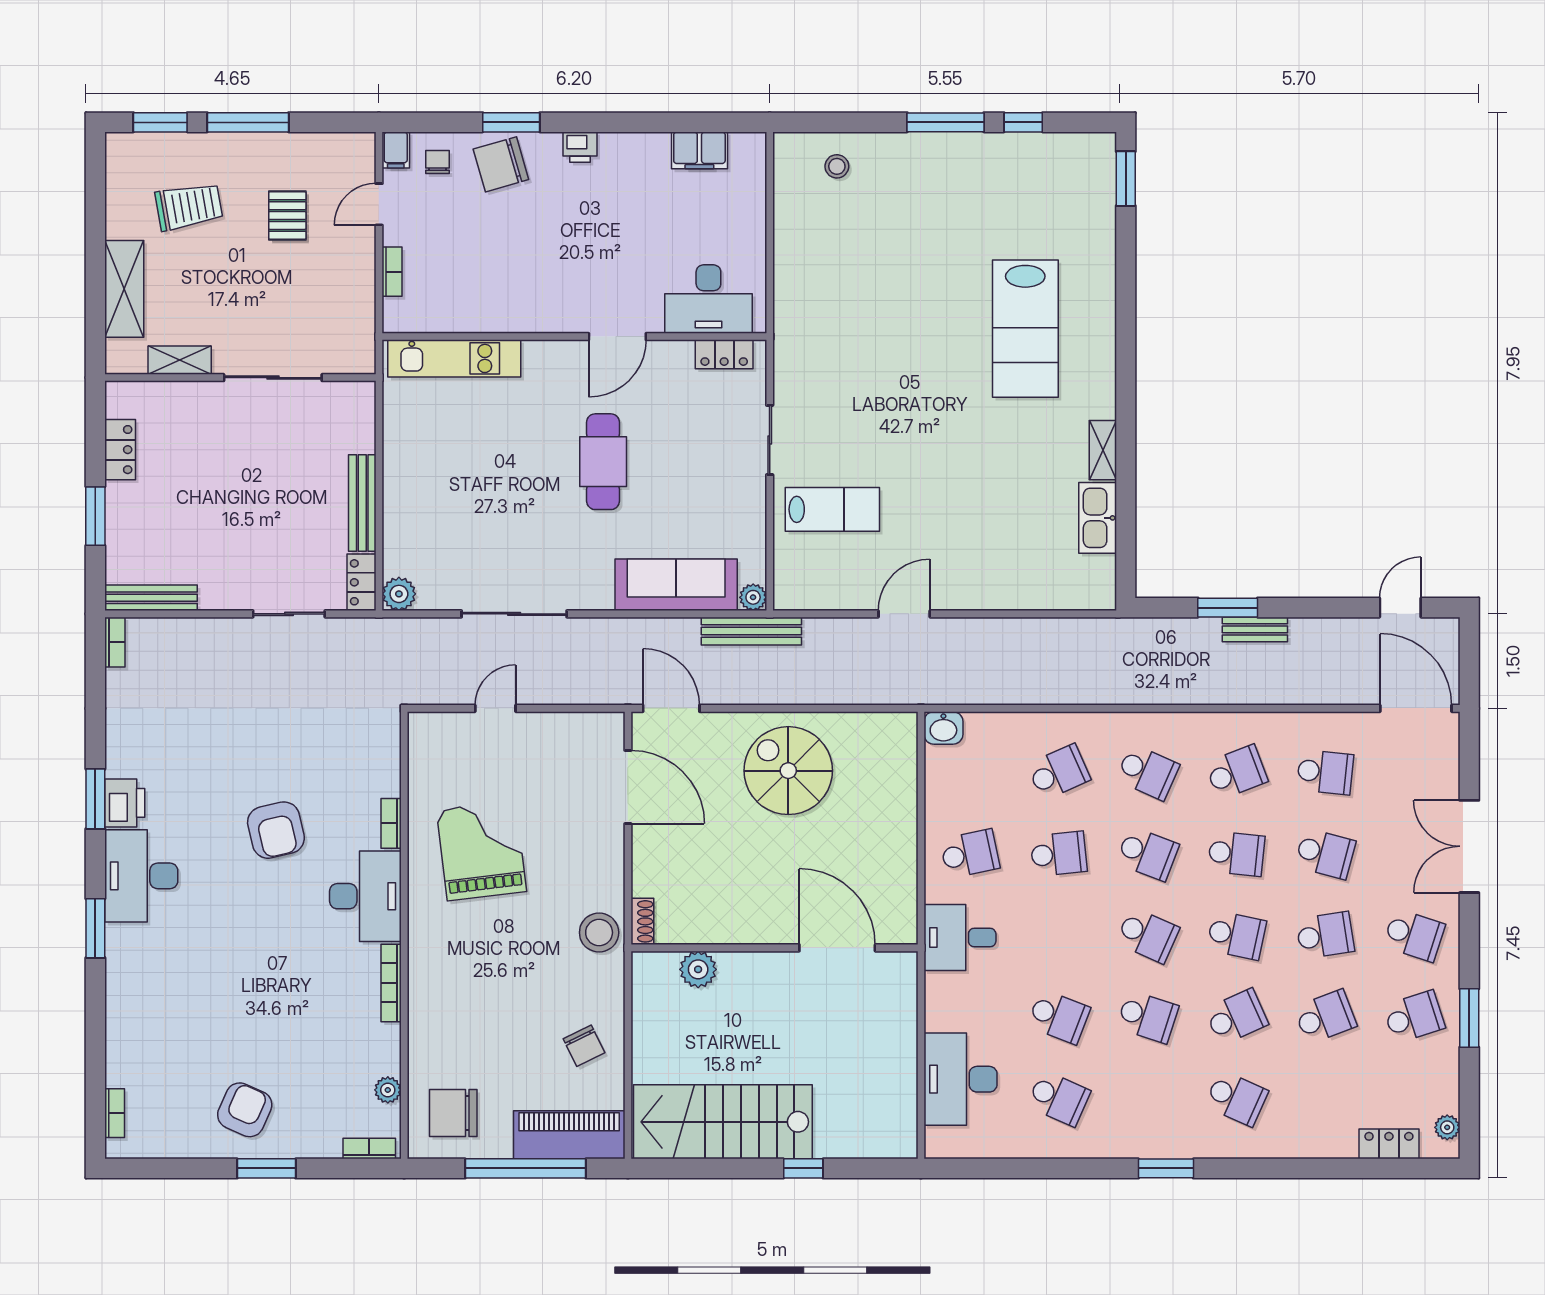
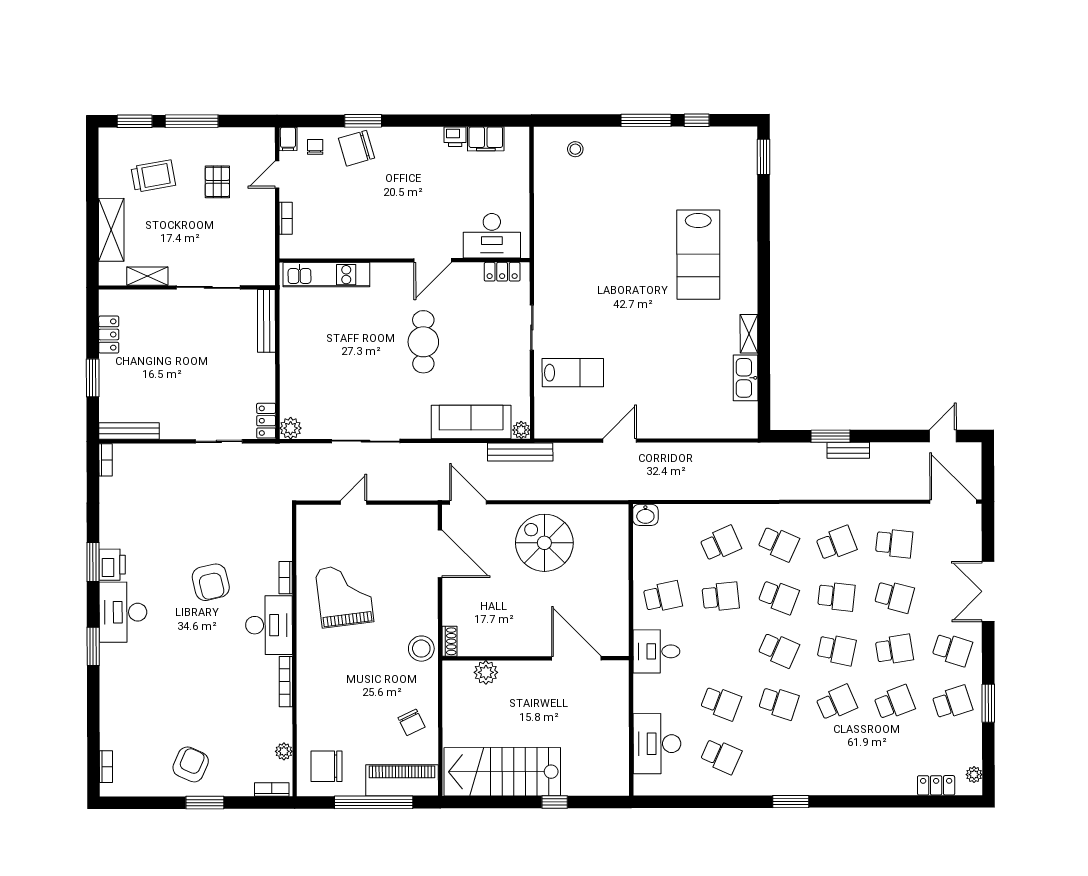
printer: (580, 147) -> (455, 137), moved
bench: (362, 503) -> (266, 321), moved
school desk: (1236, 1098) -> (837, 756), removed

